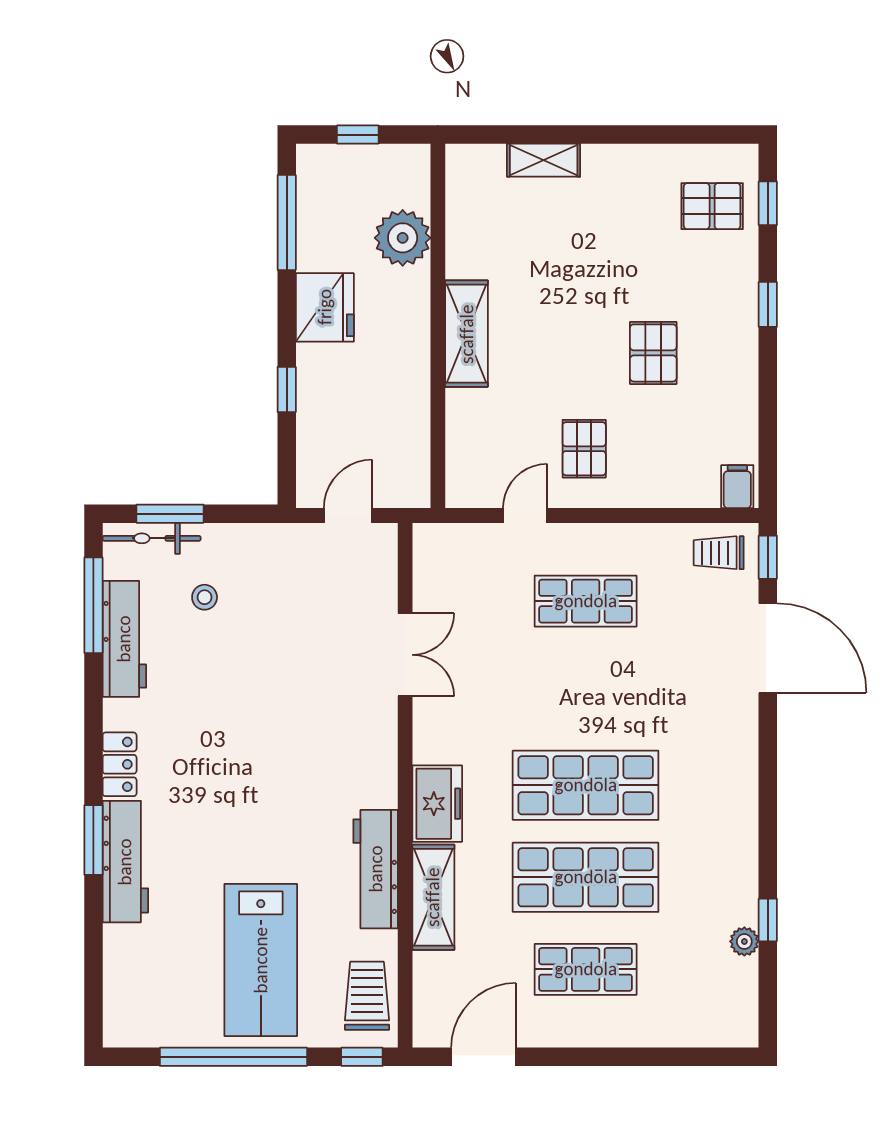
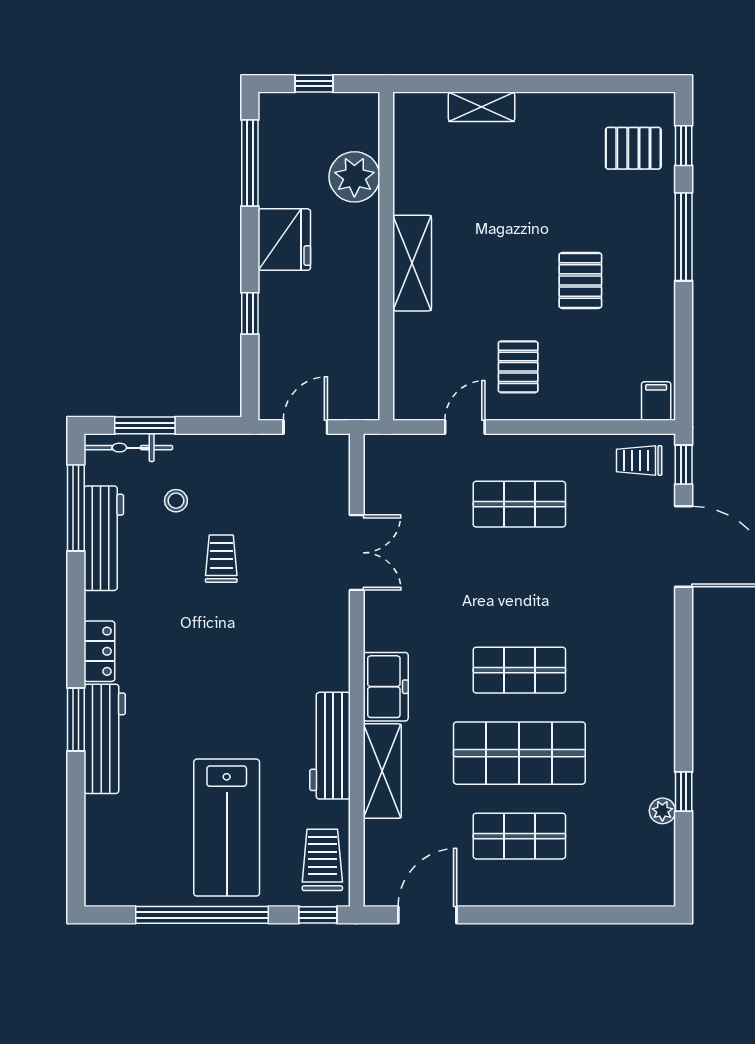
window: (768, 304) -> (684, 237), width x2.17
trolley: (255, 662) -> (221, 559), added
shop shelf: (586, 785) -> (519, 670), width x0.70, depth x0.74

